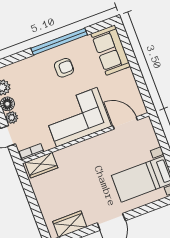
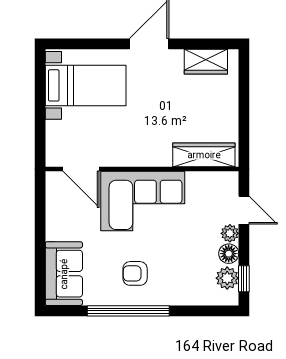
bookcase: (32, 152) -> (220, 178), removed
wardrobe: (41, 165) -> (204, 155), width x1.50

